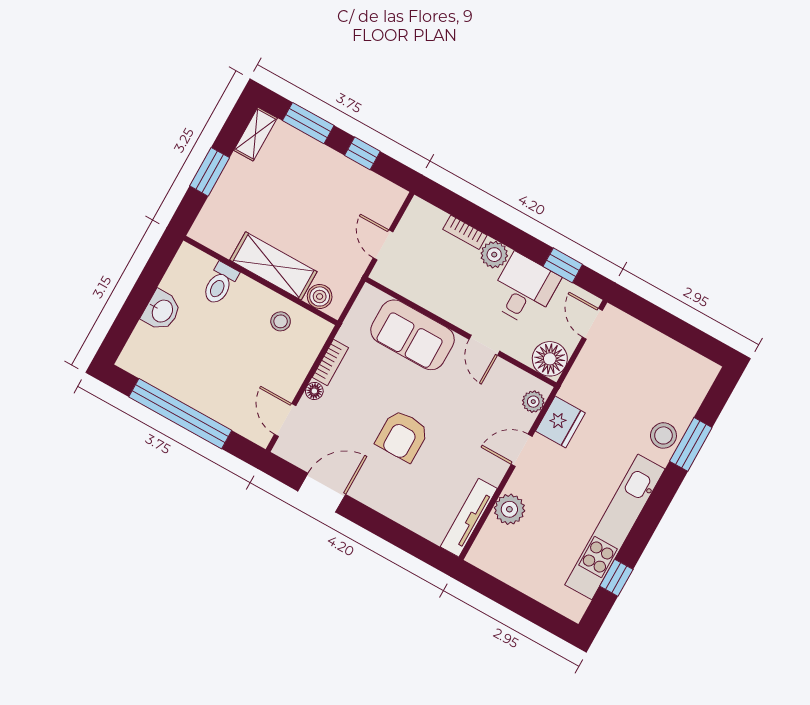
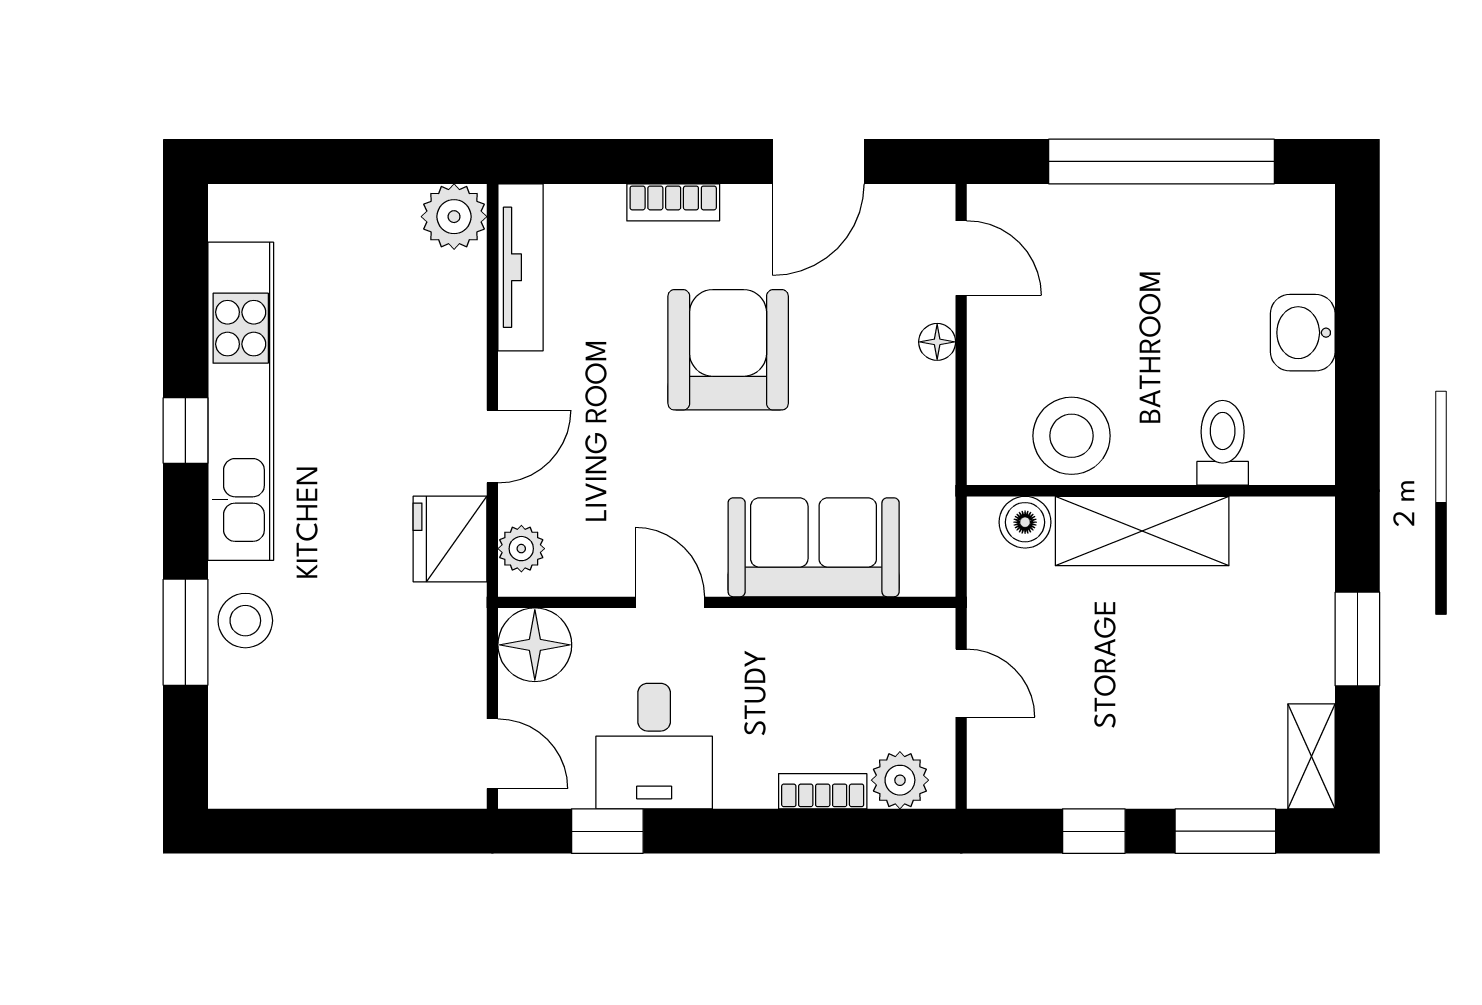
plant: (494, 255) -> (900, 780), moved
stool: (281, 321) -> (1072, 436), width x1.89, depth x1.89
bookcase: (330, 362) -> (673, 202), moved, turned -90
armchair: (402, 436) -> (728, 350), width x1.36, depth x1.36
plant: (509, 509) -> (454, 217), moved
window: (616, 578) -> (185, 430), moved

